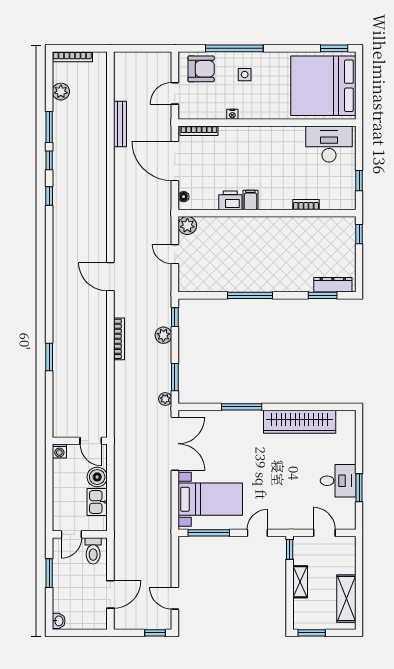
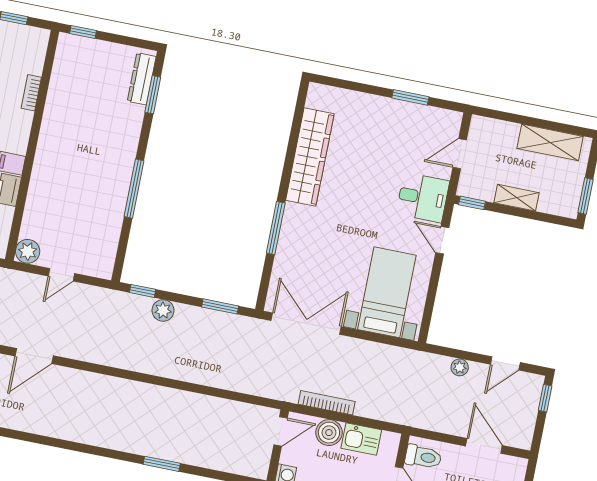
door: (110, 277) -> (34, 356), moved
bookcase: (119, 339) -> (327, 403), moved
plant: (165, 399) -> (460, 367), moved
desk: (338, 481) -> (423, 198), moved, turned 90
window: (209, 533) -> (430, 303), removed

